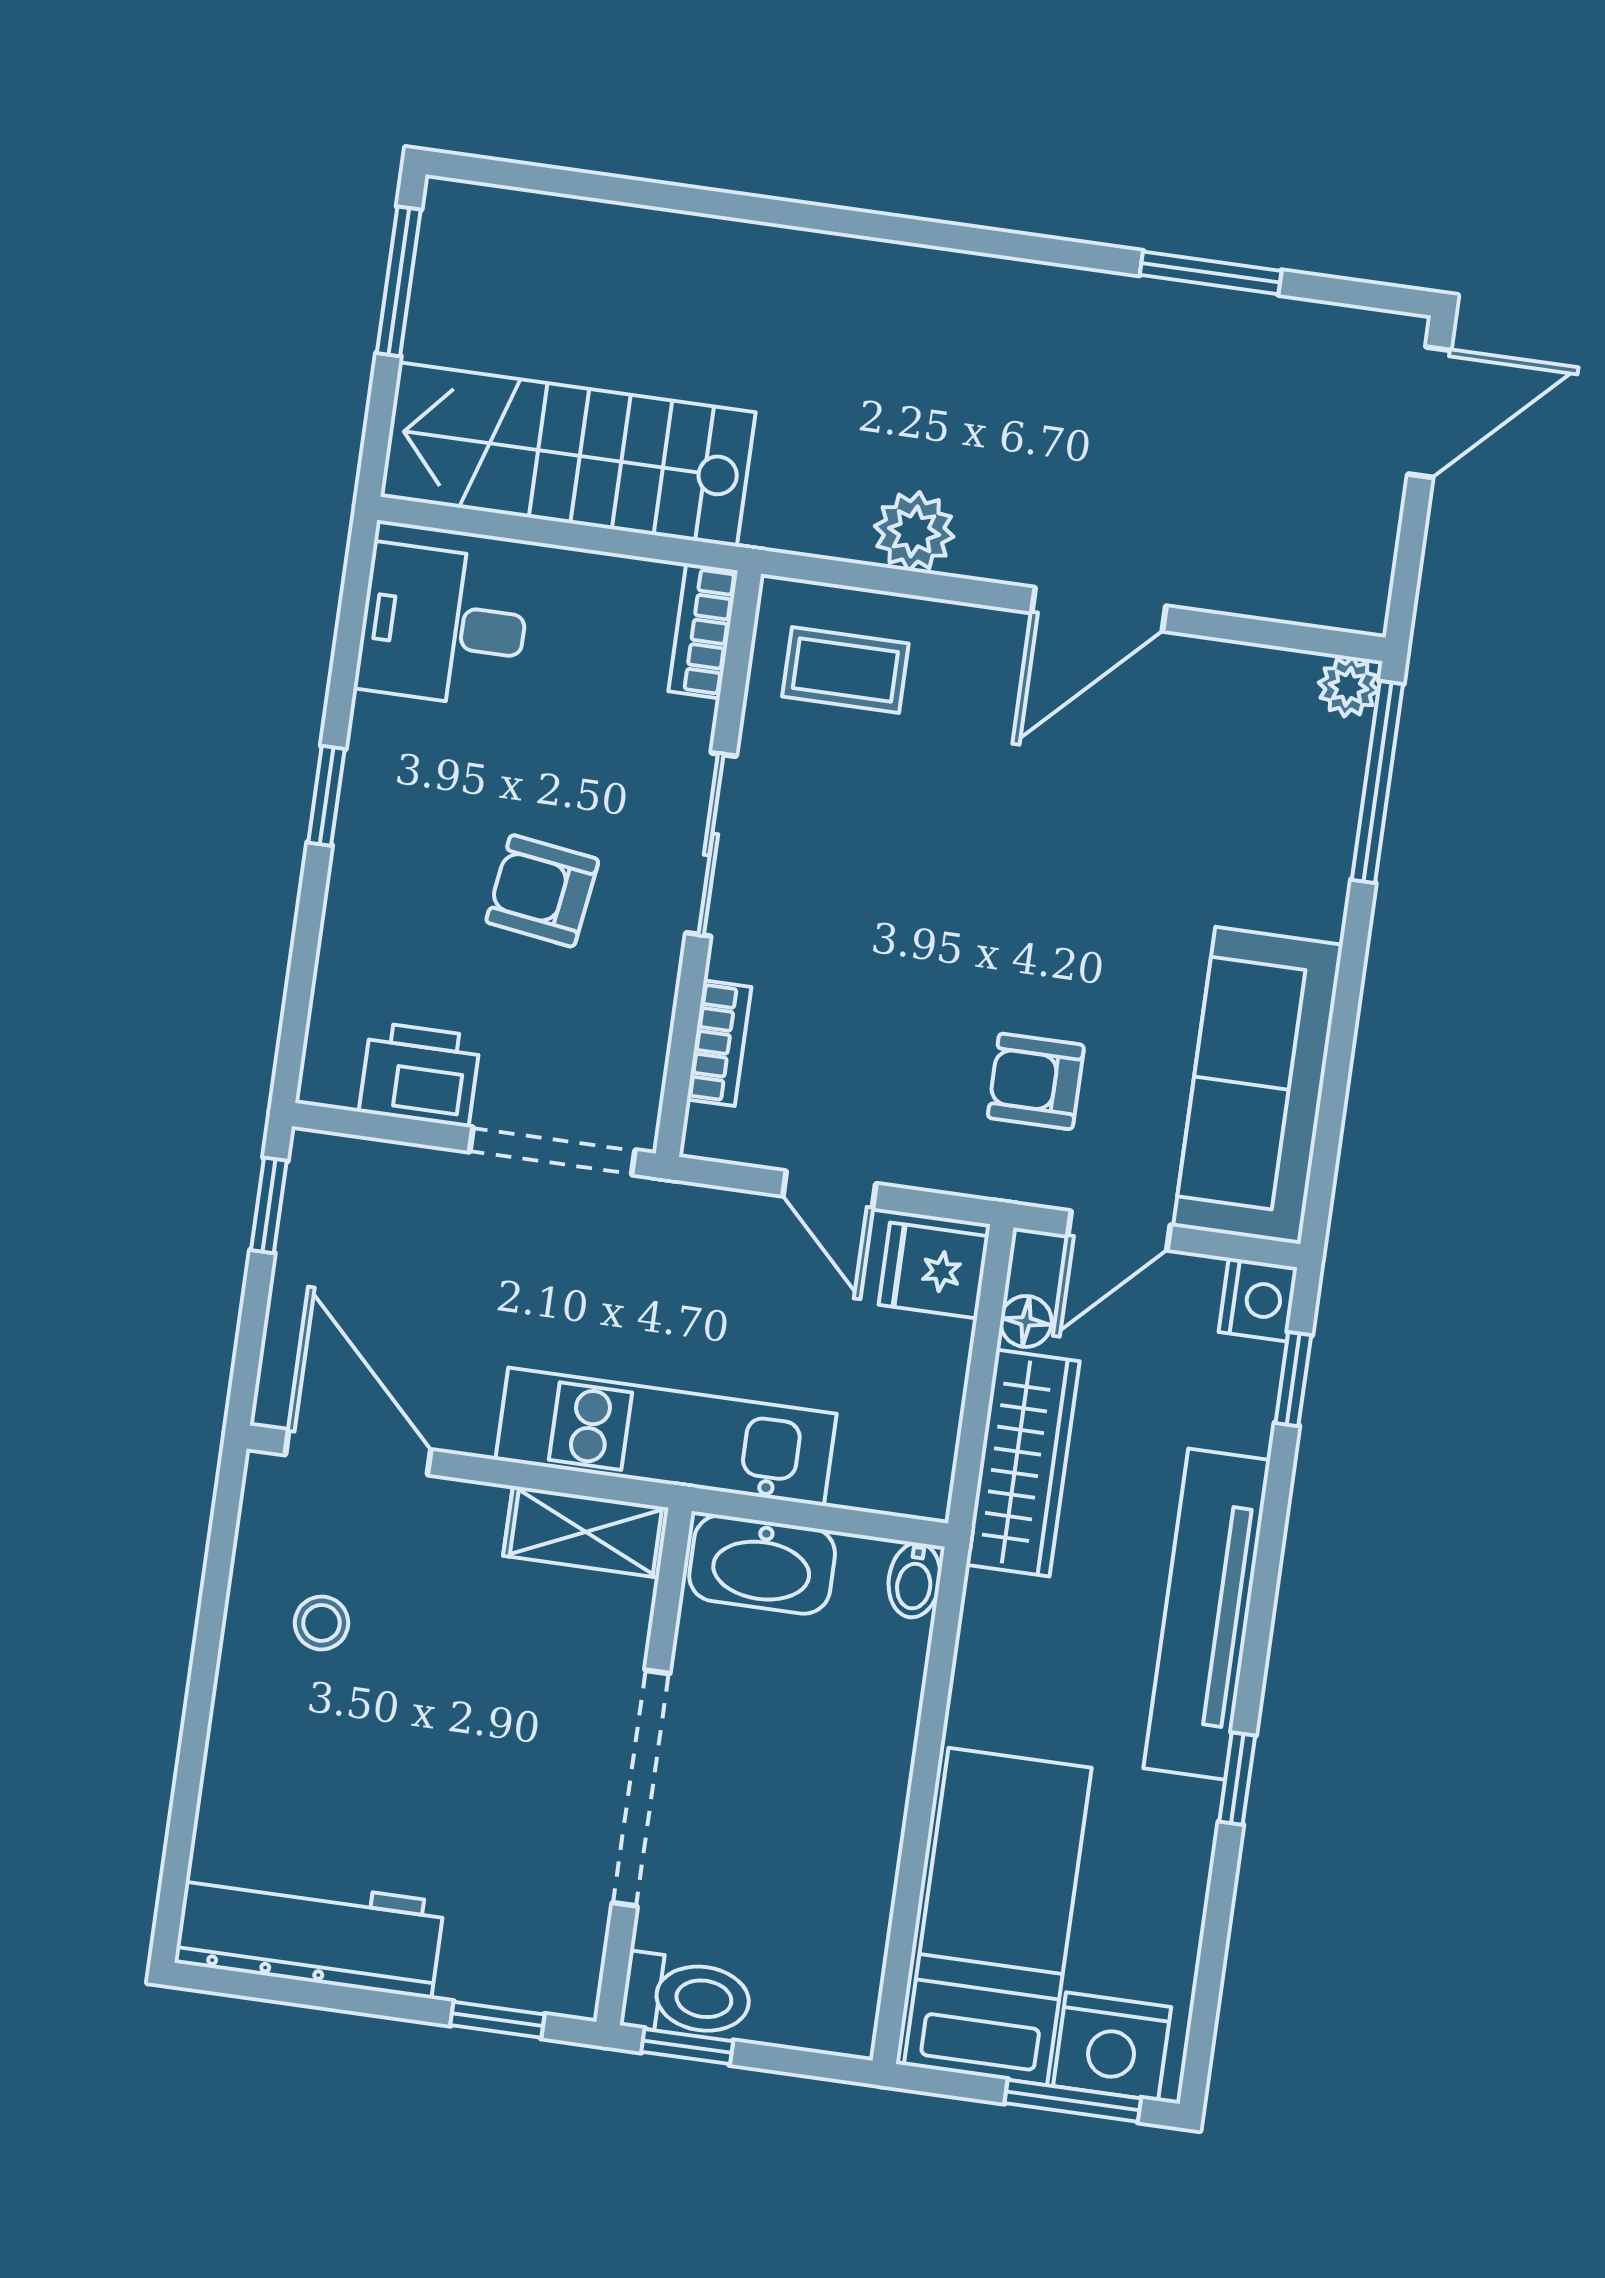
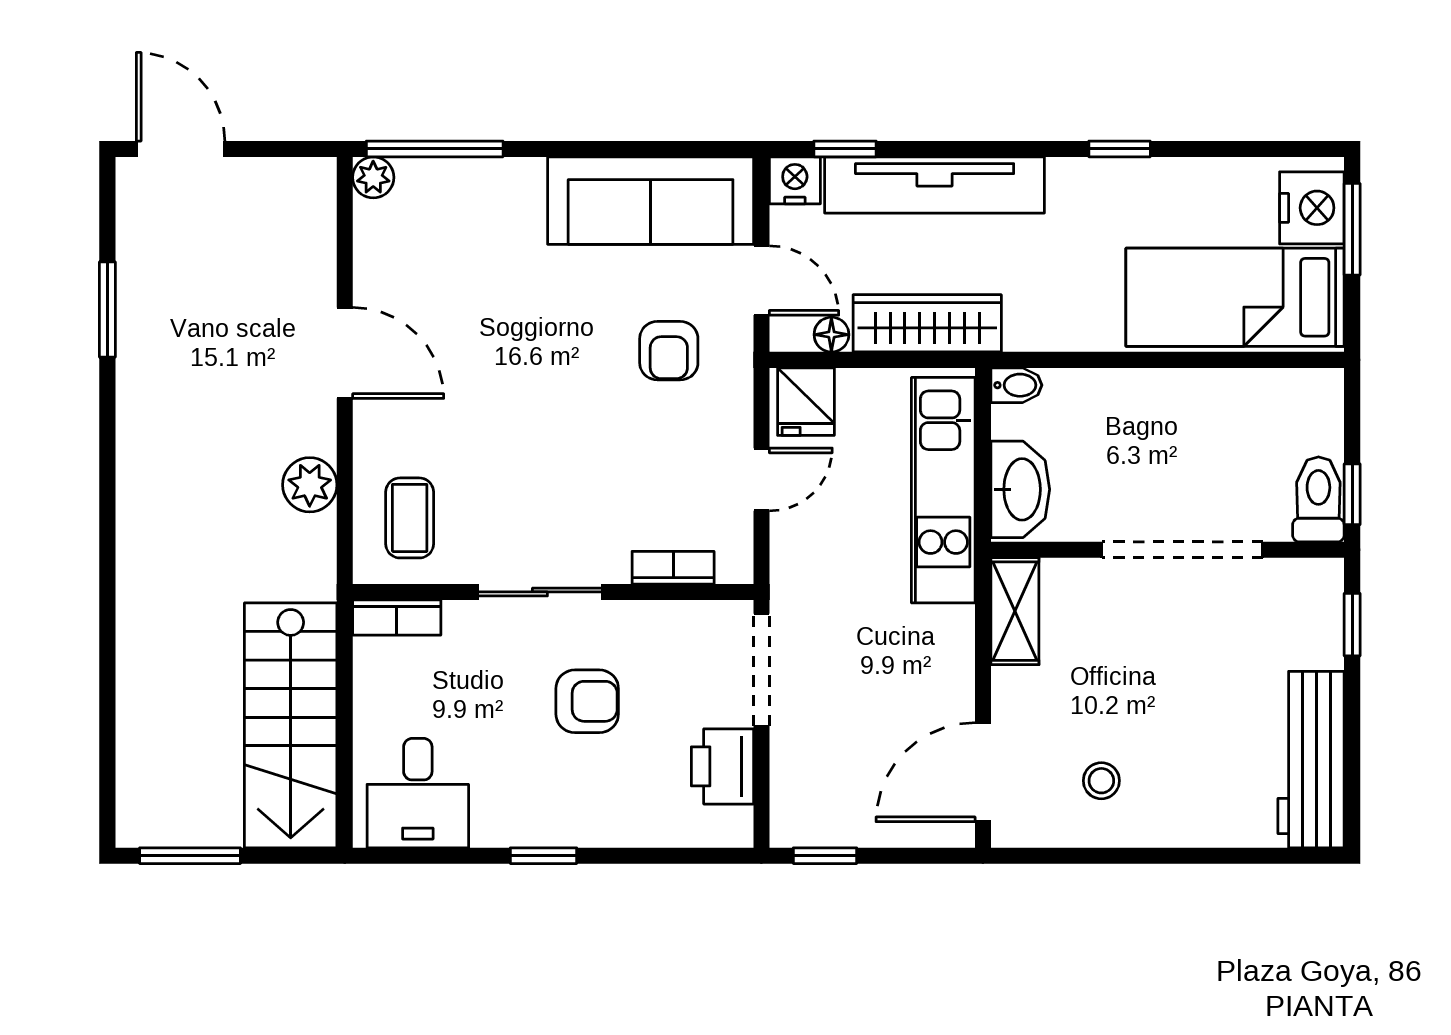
armchair: (542, 891) -> (587, 701), turned -98
kitchen unit: (666, 1437) -> (943, 490), moved
tv unit: (1207, 1614) -> (935, 185), moved

